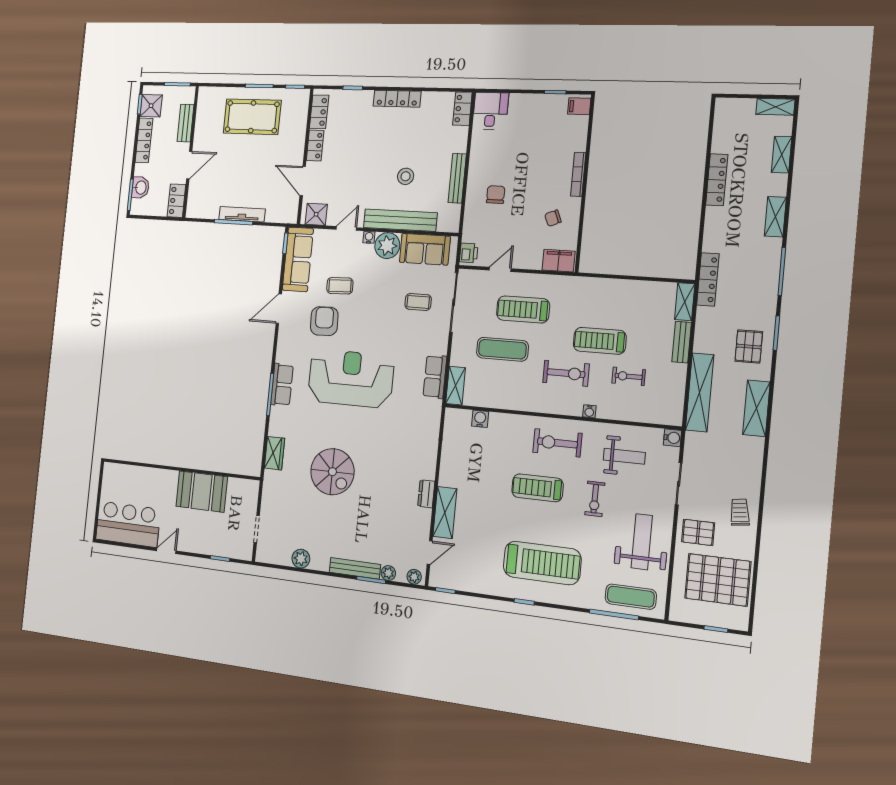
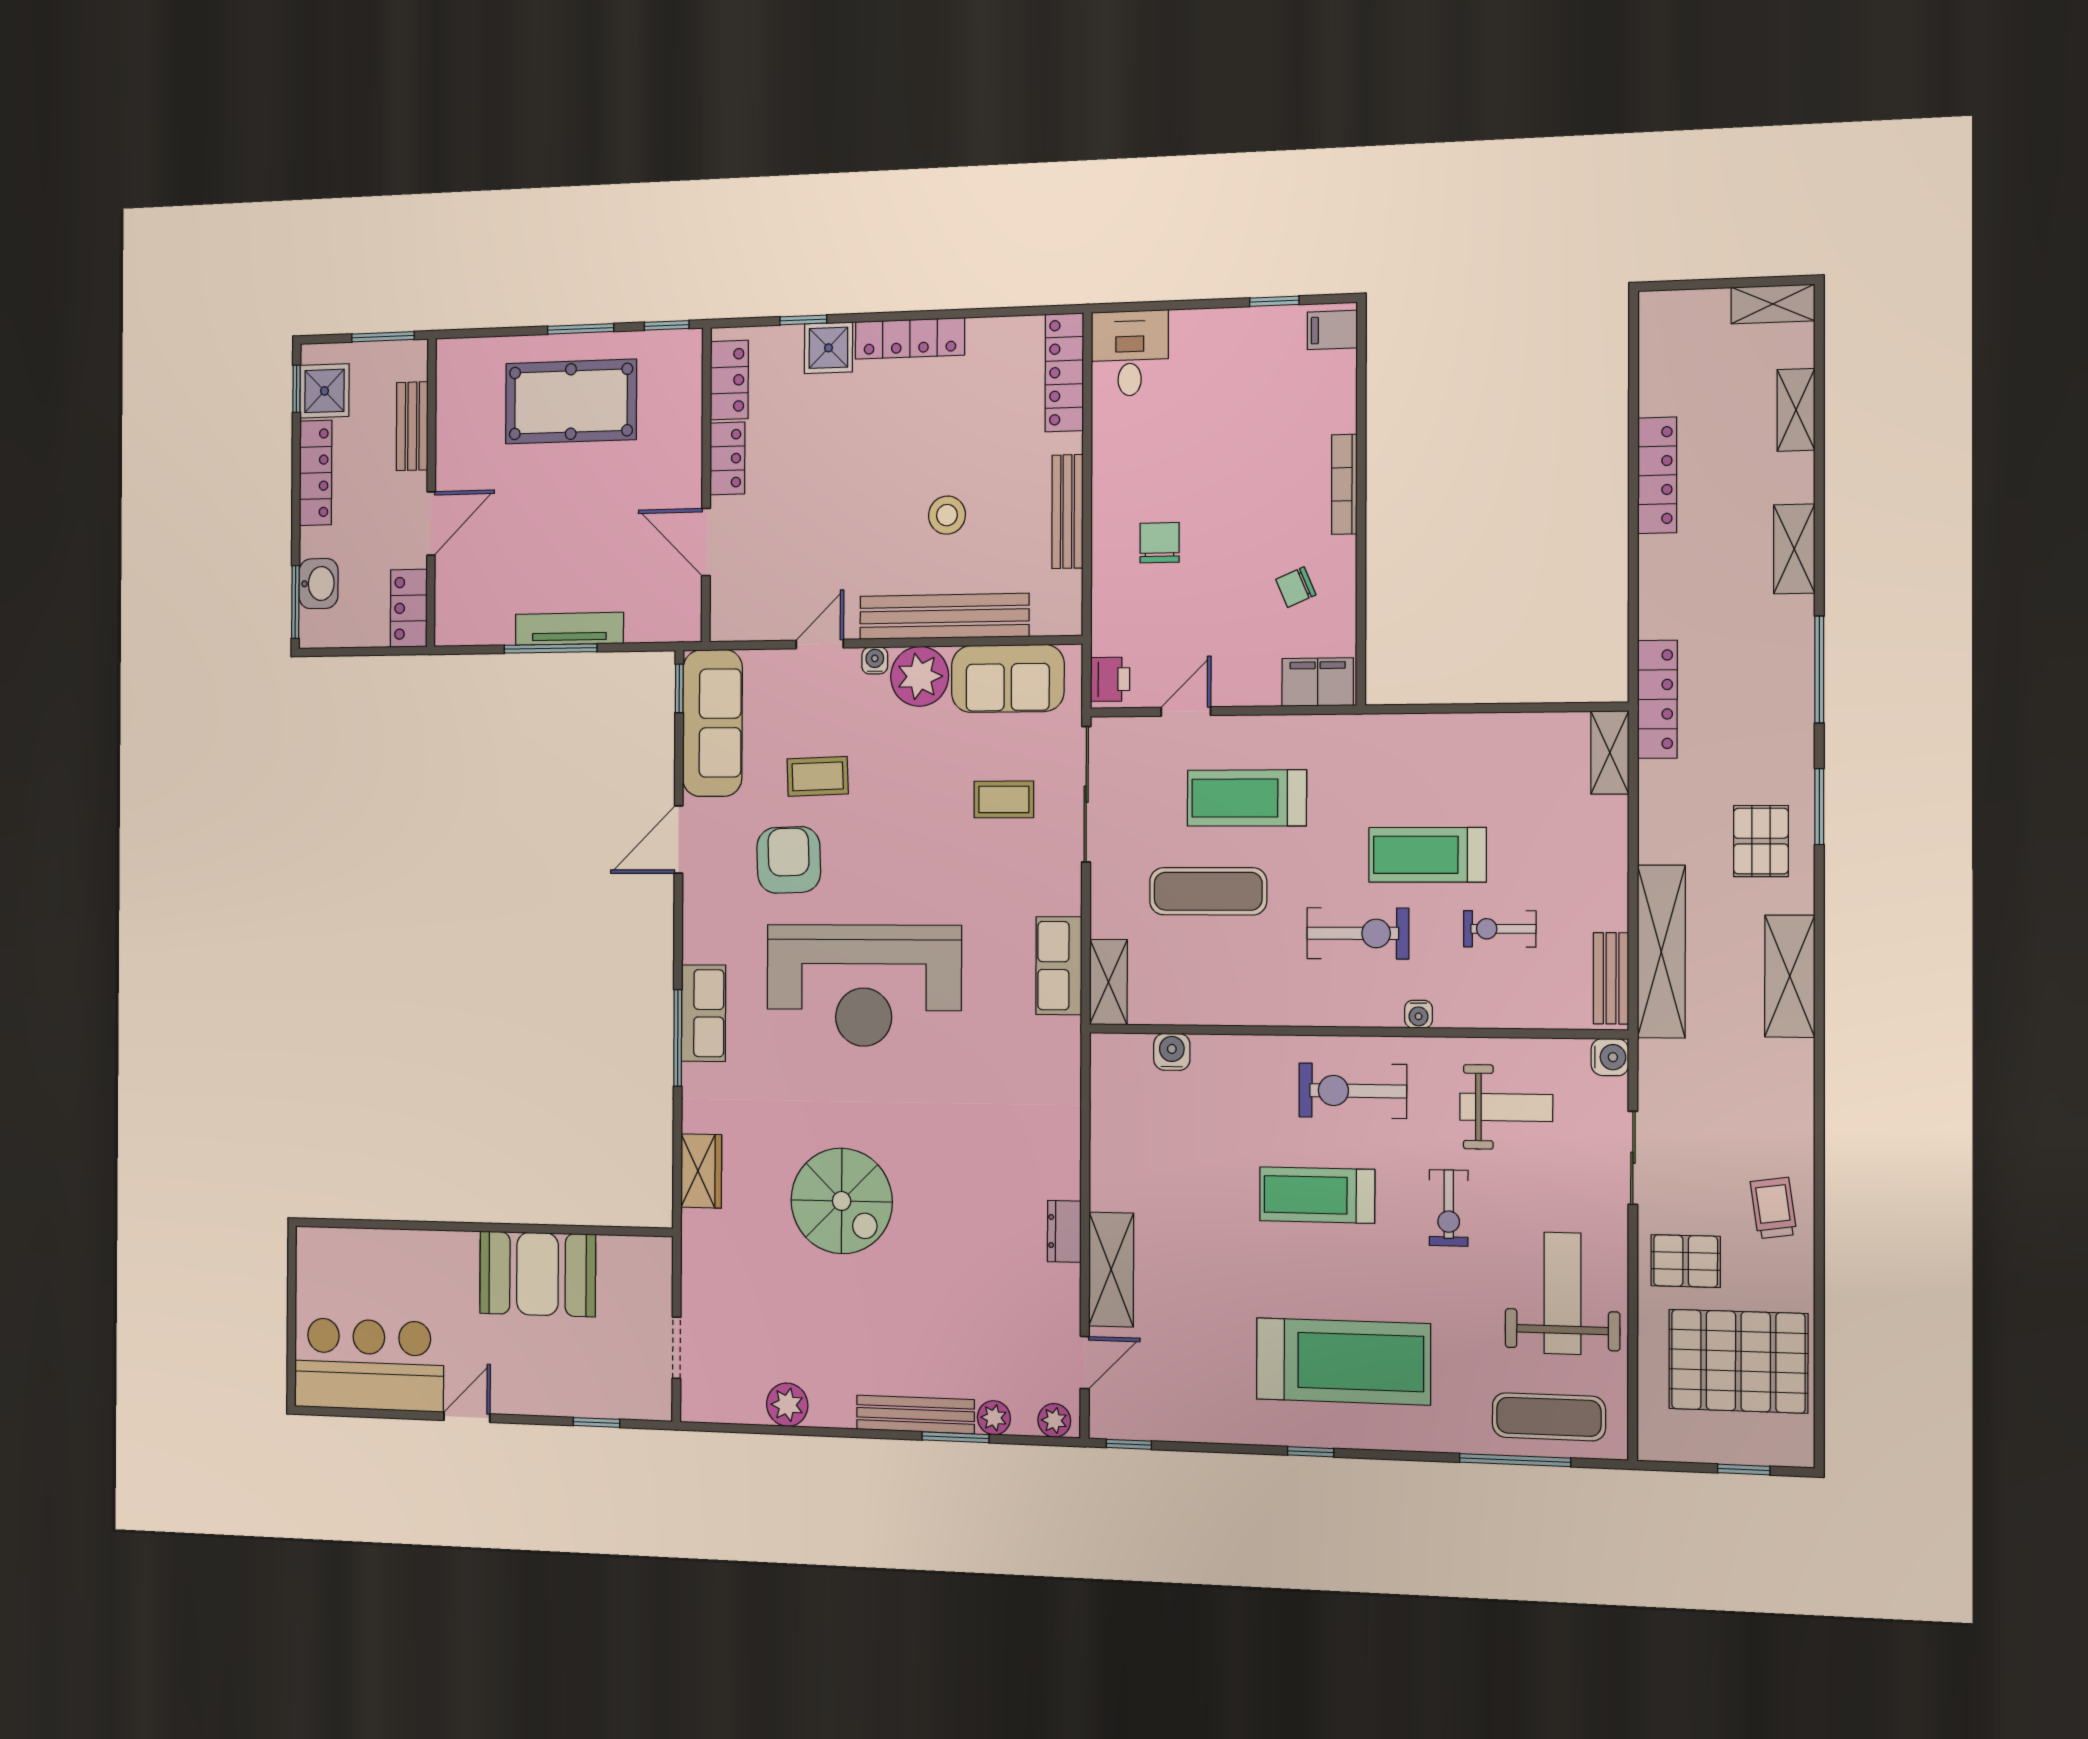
locker: (462, 109) -> (1064, 372), width x1.53
shower: (316, 214) -> (828, 348), moved
bench: (682, 342) -> (1611, 978), moved
reception desk: (351, 378) -> (864, 986), turned 180

